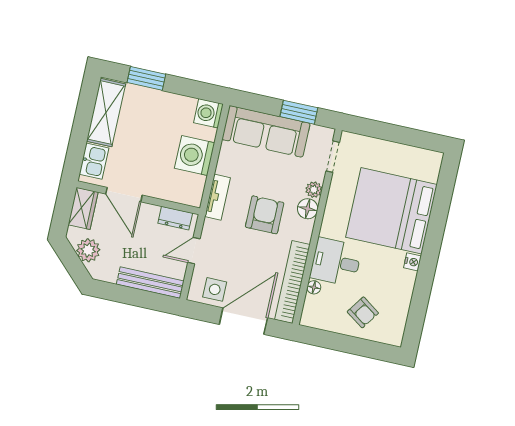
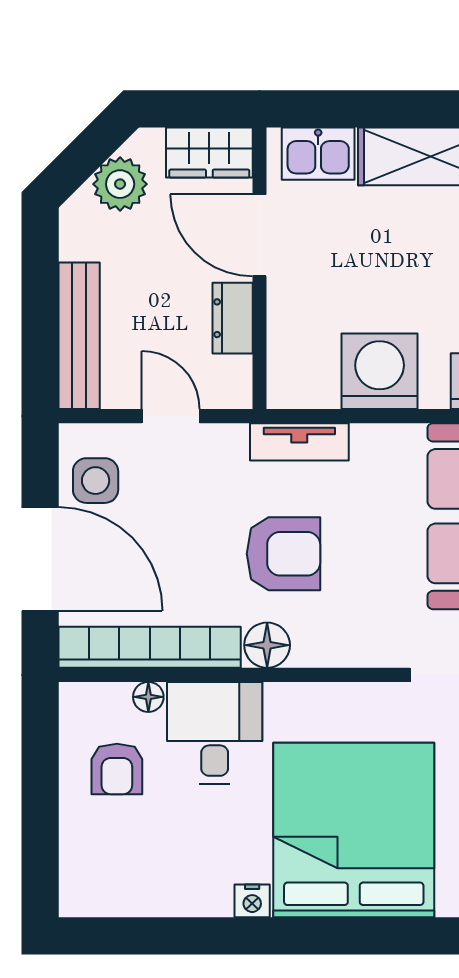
plant: (314, 190) -> (363, 649), removed
door: (124, 195) -> (260, 235), hinge flipped
floor lamp: (308, 209) -> (267, 645), moved
dresser: (175, 218) -> (233, 318), moved
armchair: (363, 312) -> (117, 769), moved, turned -35

